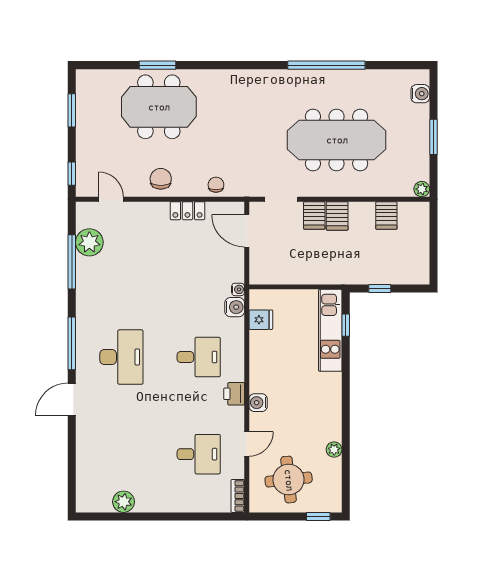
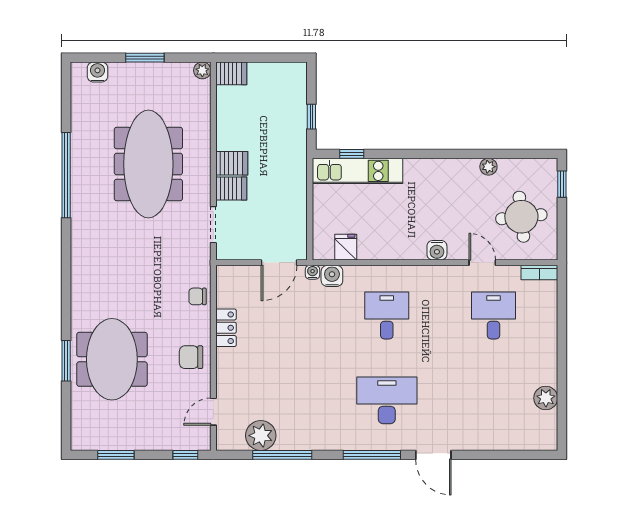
server rack: (386, 215) -> (231, 73), moved
door: (247, 231) -> (279, 263), moved
printer: (234, 394) -> (427, 277), removed

